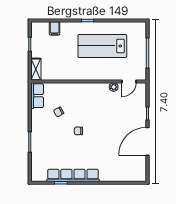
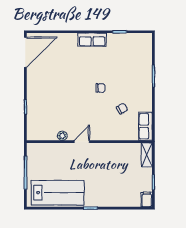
filing cabinet: (55, 28) -> (147, 199), moved
lab bench: (102, 46) -> (58, 193), moved
door: (129, 82) -> (82, 142), moved
door: (147, 141) -> (25, 52), moved
row of seats: (73, 175) -> (92, 40), width x0.50

